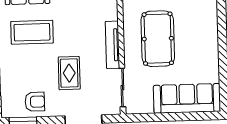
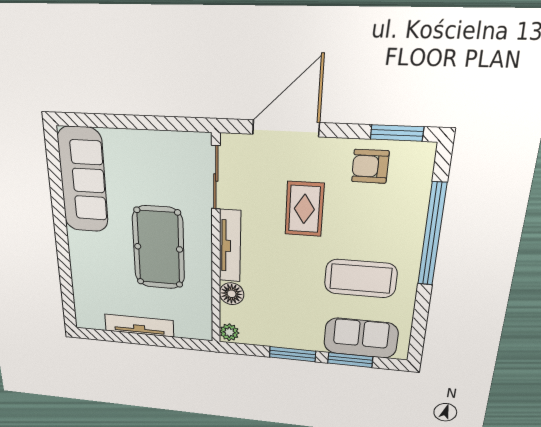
floor lamp: (110, 12) -> (232, 294), added
sofa: (187, 98) -> (83, 180), moved, turned -90

